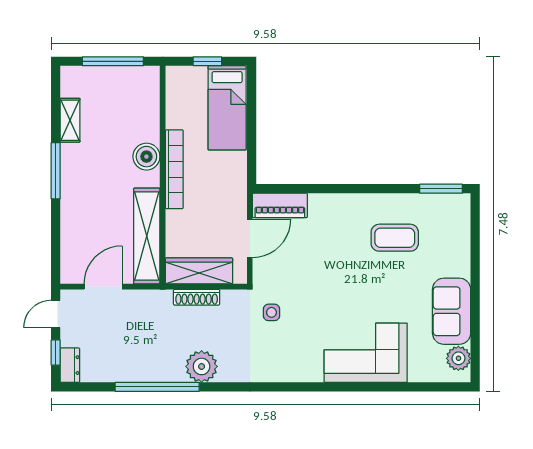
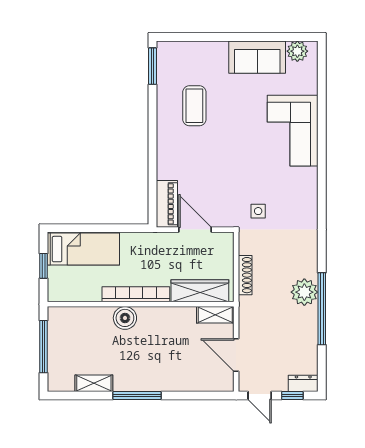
shelving: (147, 236) -> (215, 315), width x0.45, depth x0.75
wardrobe: (199, 271) -> (200, 291), moved, turned 90
plant: (202, 366) -> (304, 292), moved

